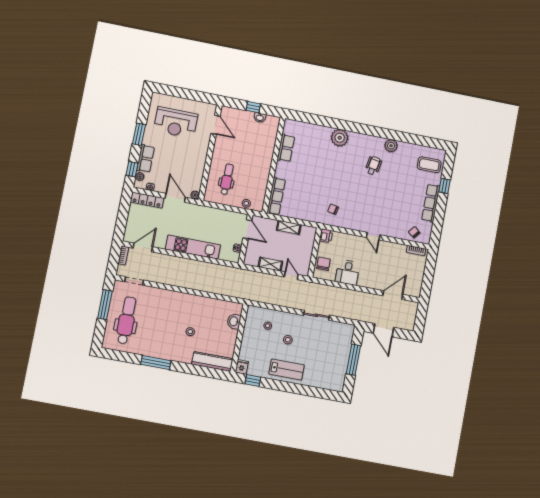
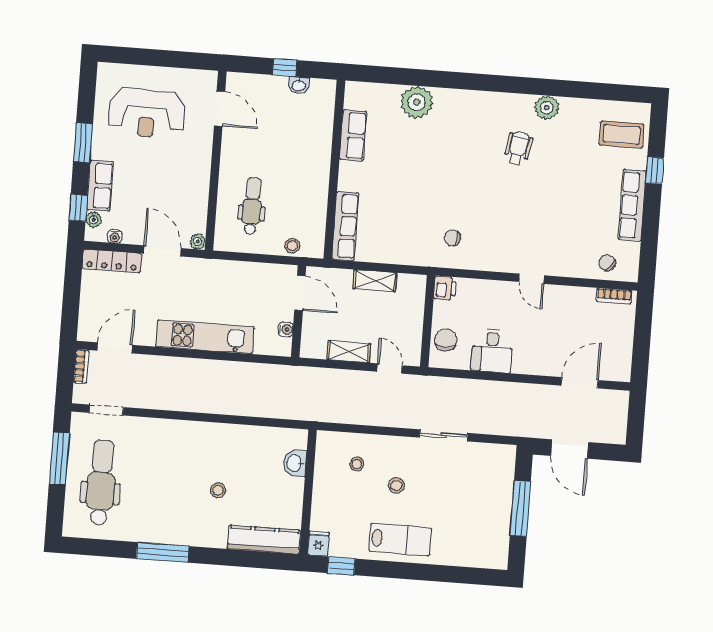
plant: (340, 138) -> (417, 102), moved

